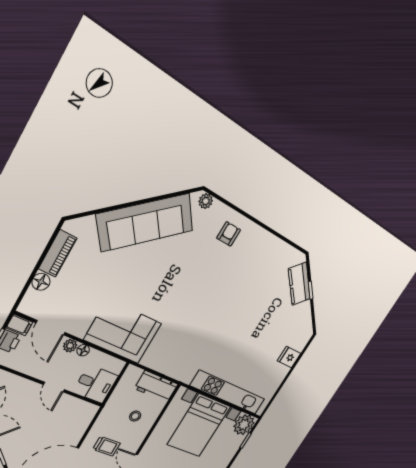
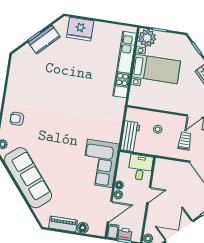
kitchen counter: (299, 284) -> (44, 40), moved
fridge: (289, 357) -> (80, 29), width x1.88, depth x1.34
workbench: (156, 386) -> (130, 136), moved
bed with nightstands: (199, 426) -> (156, 69), width x0.73

